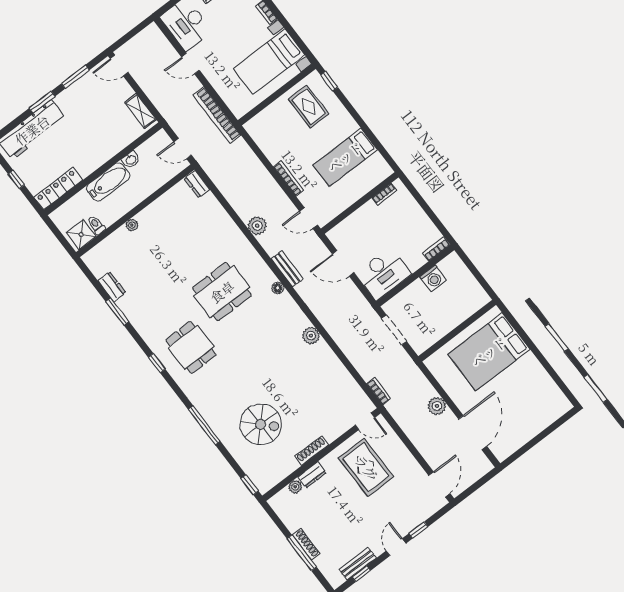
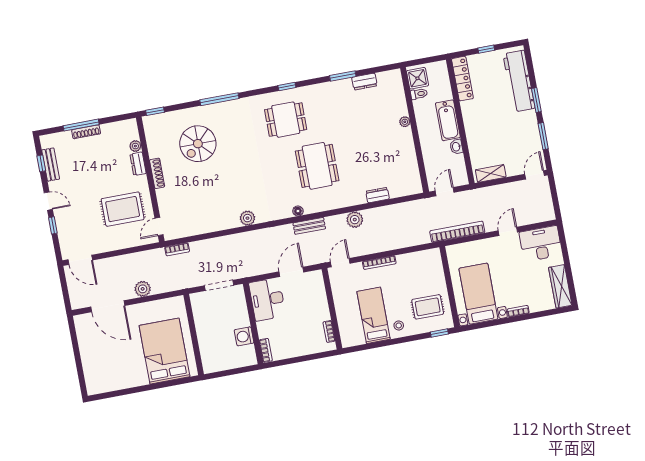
stool: (342, 126) -> (399, 325), added
dresser: (197, 184) -> (378, 195), moved

